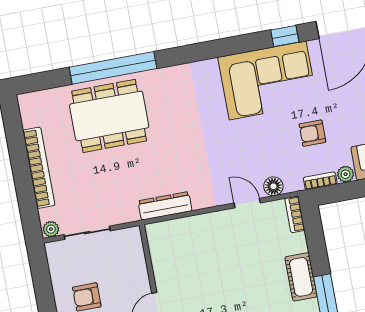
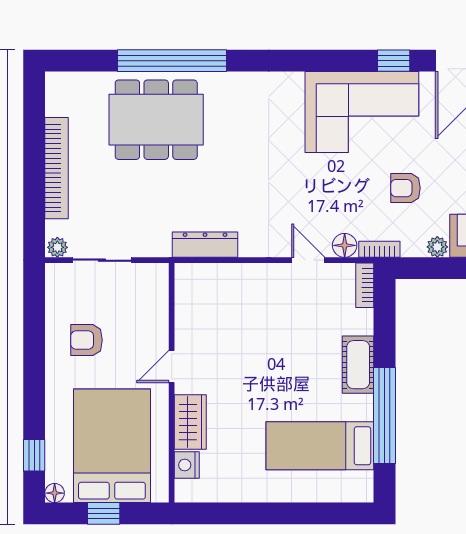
bookcase: (320, 181) -> (379, 249), moved

